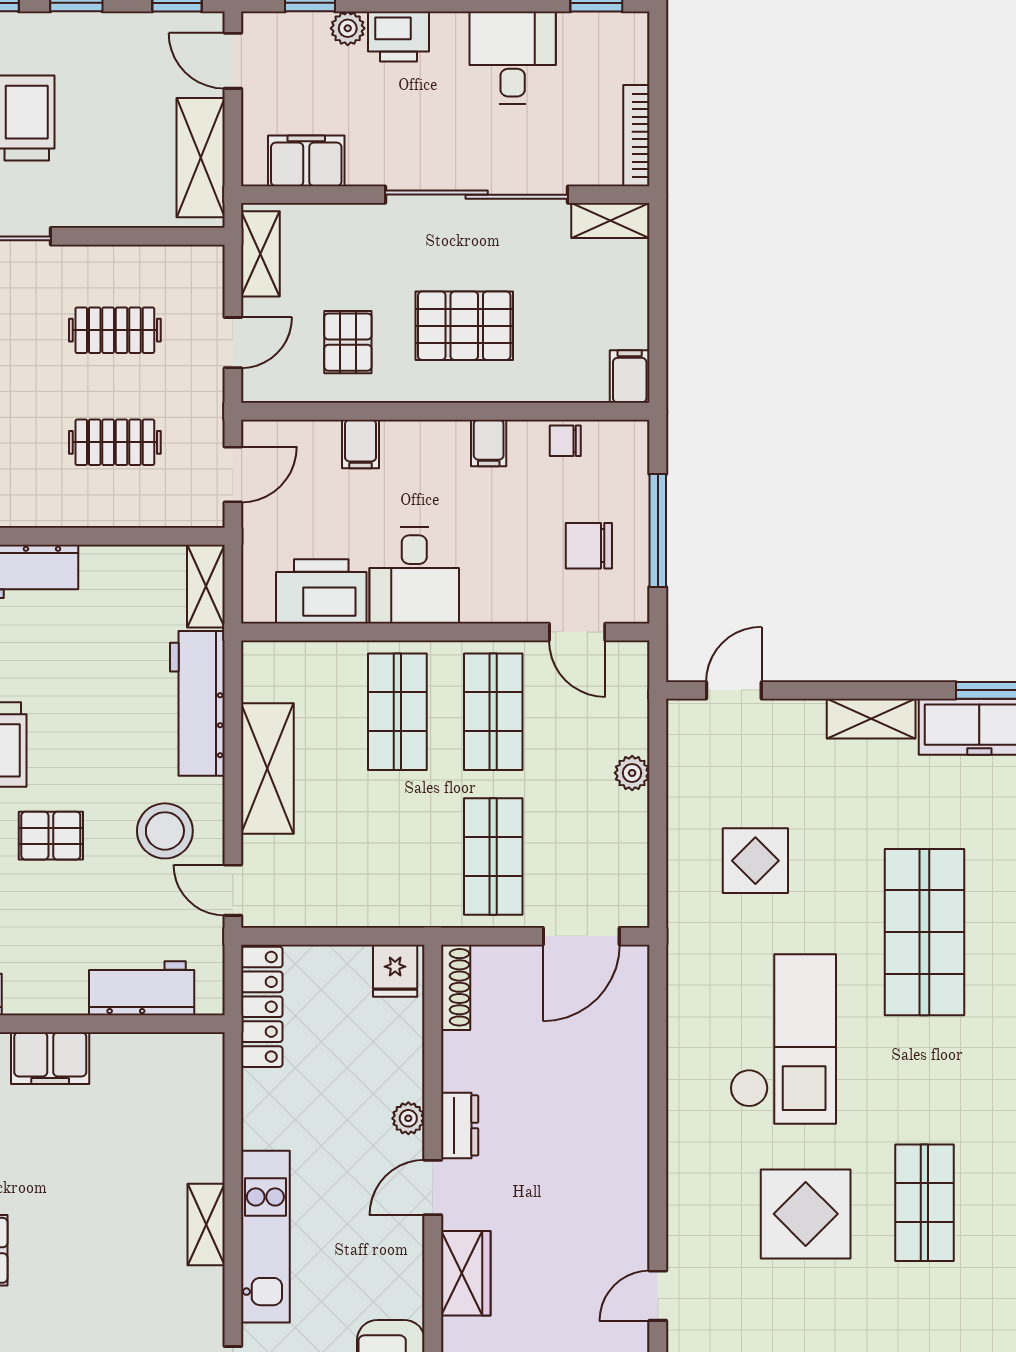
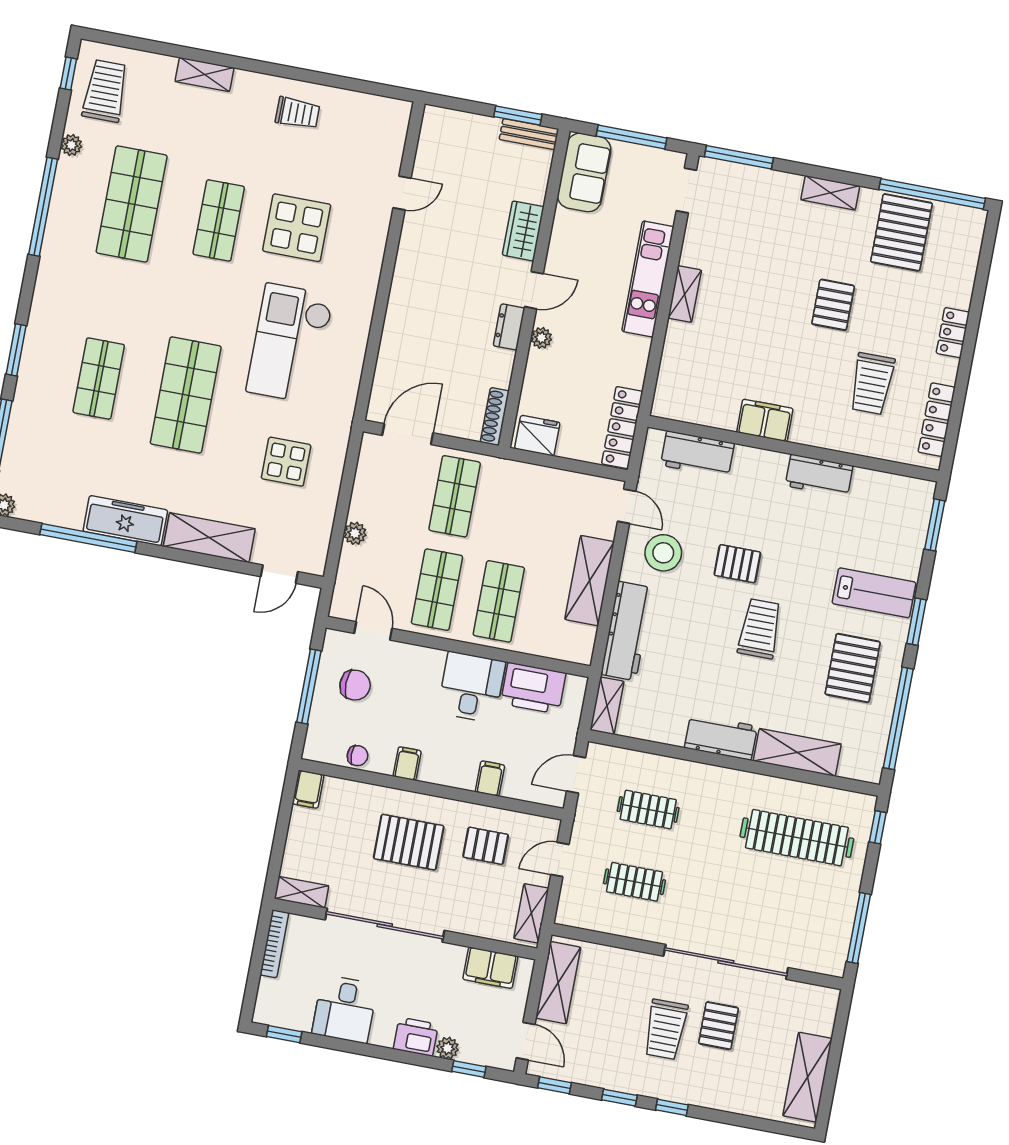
pallet: (348, 342) -> (486, 846), turned 90
shelving: (871, 719) -> (209, 538), width x1.50, depth x1.33
fridge: (395, 971) -> (537, 436), width x1.38

